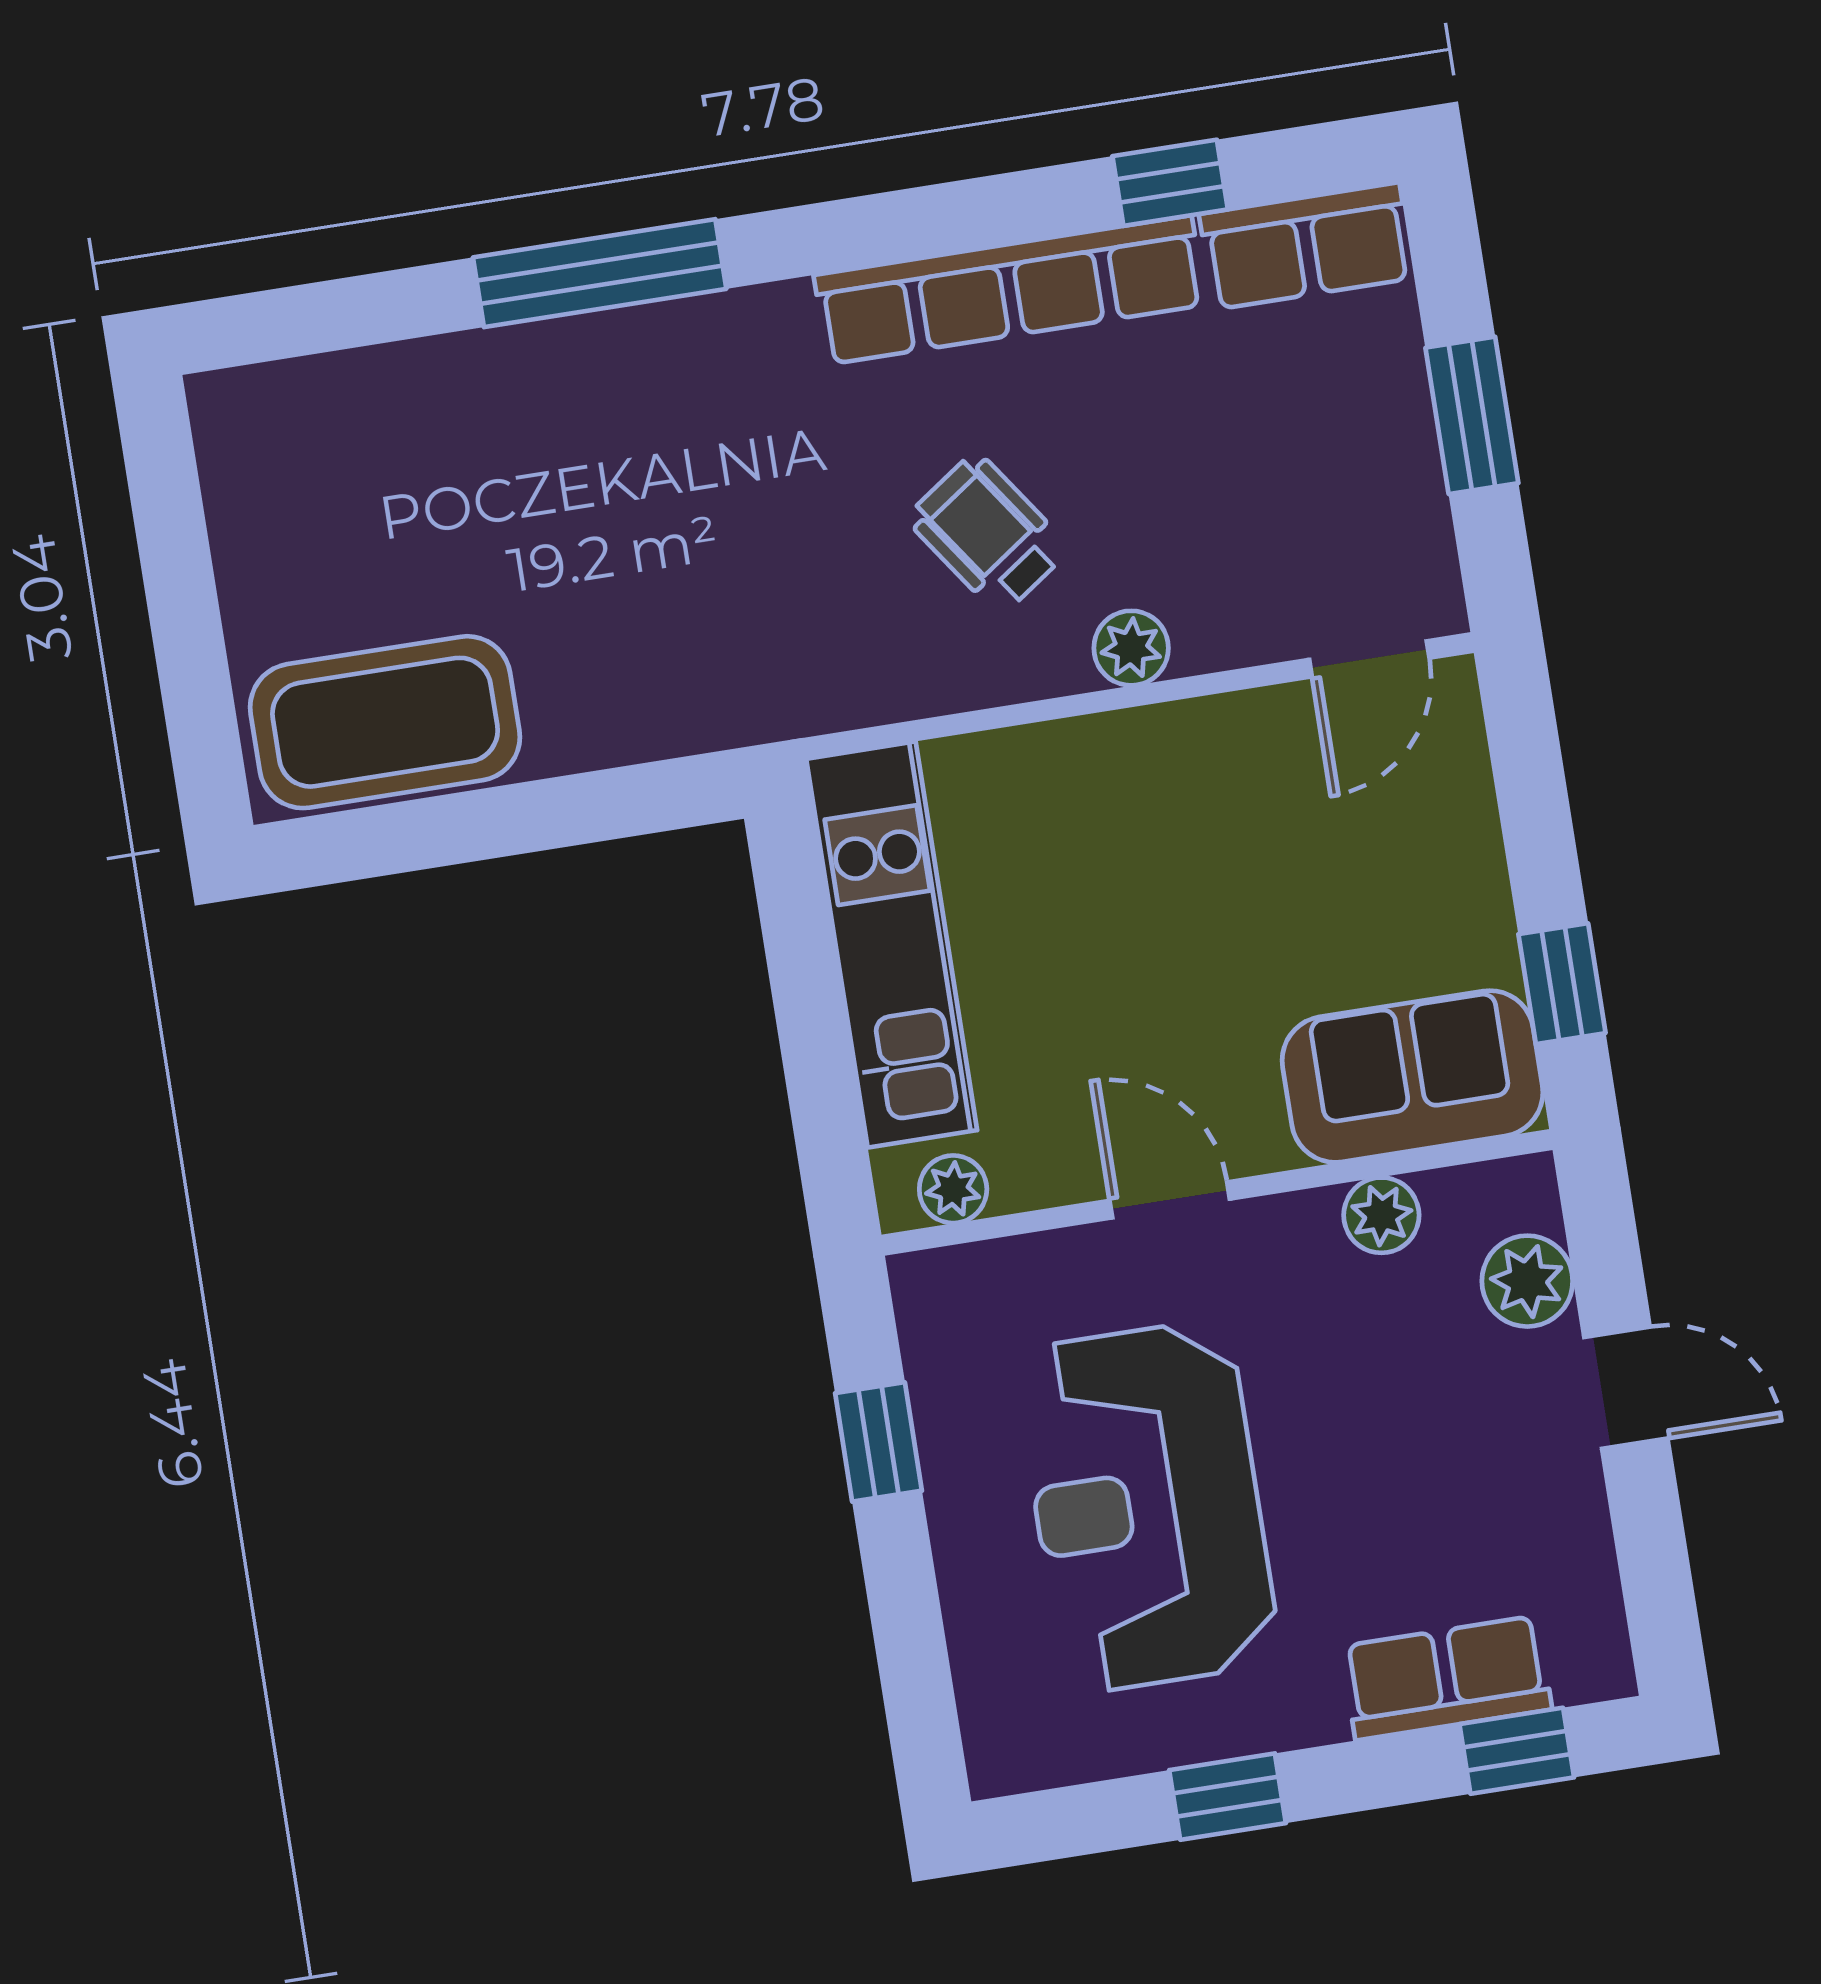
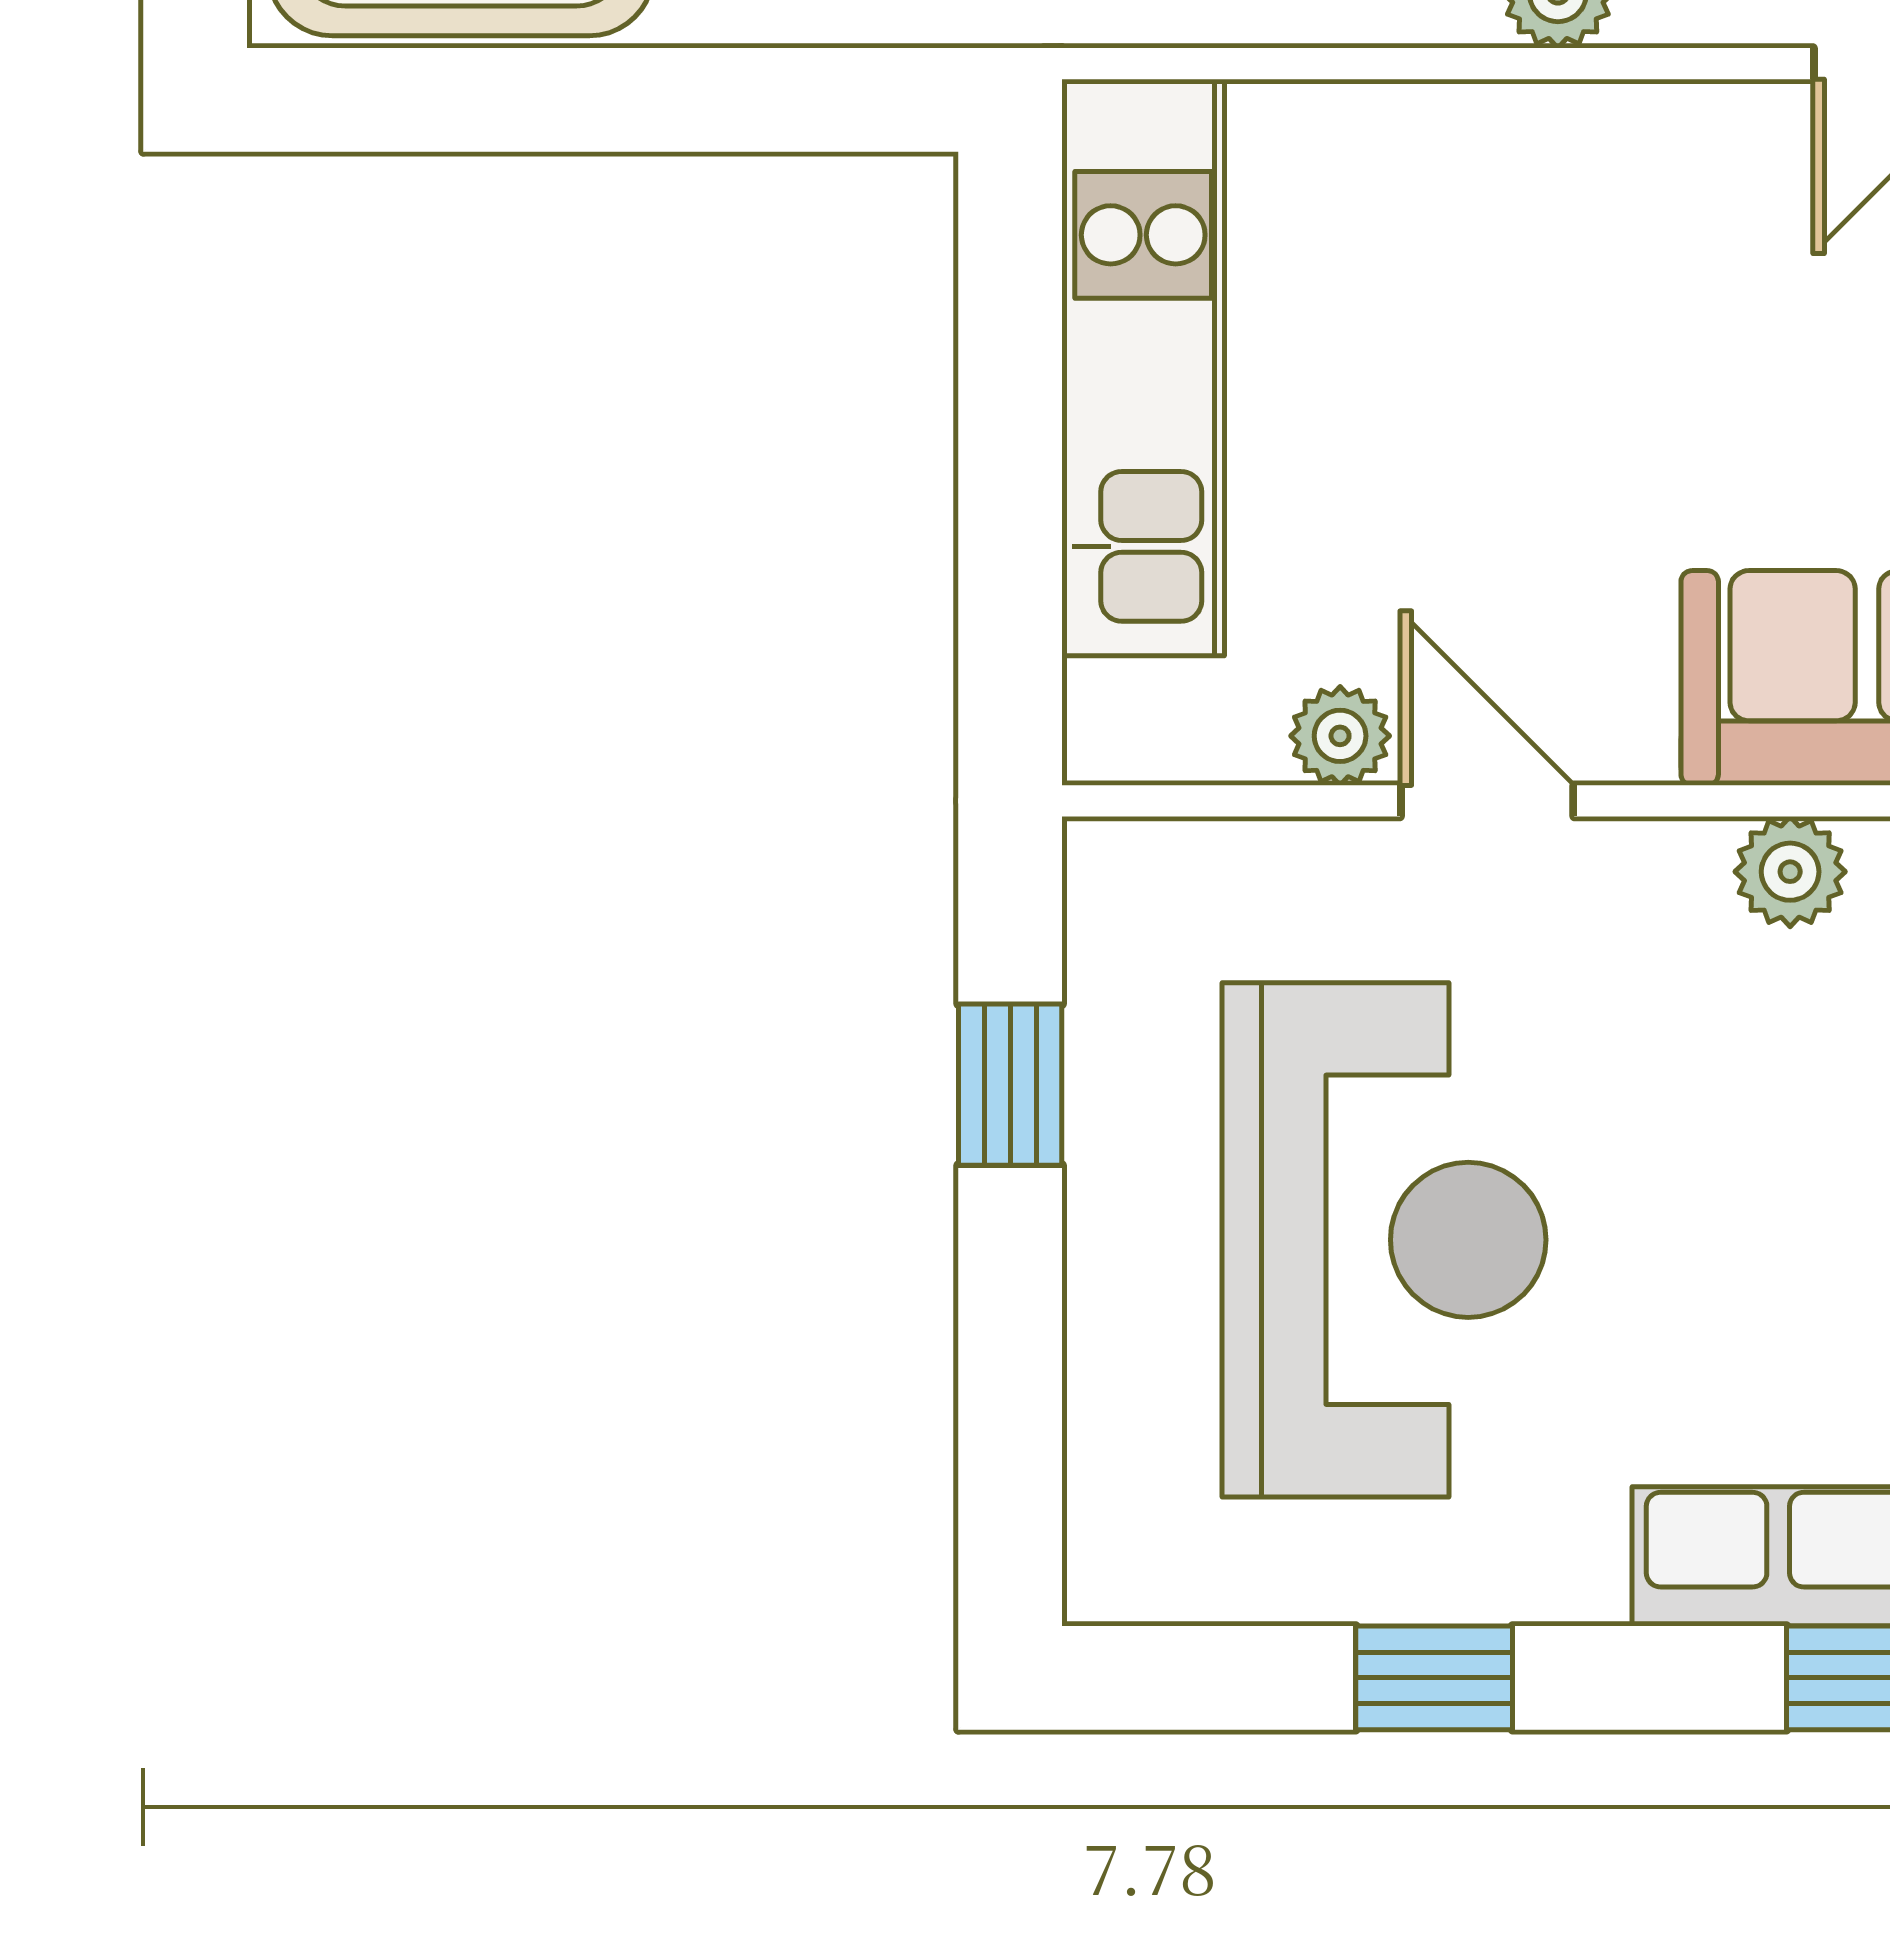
plant: (953, 1189) -> (1340, 736), moved
reception desk: (1147, 1507) -> (1384, 1240), turned 180

